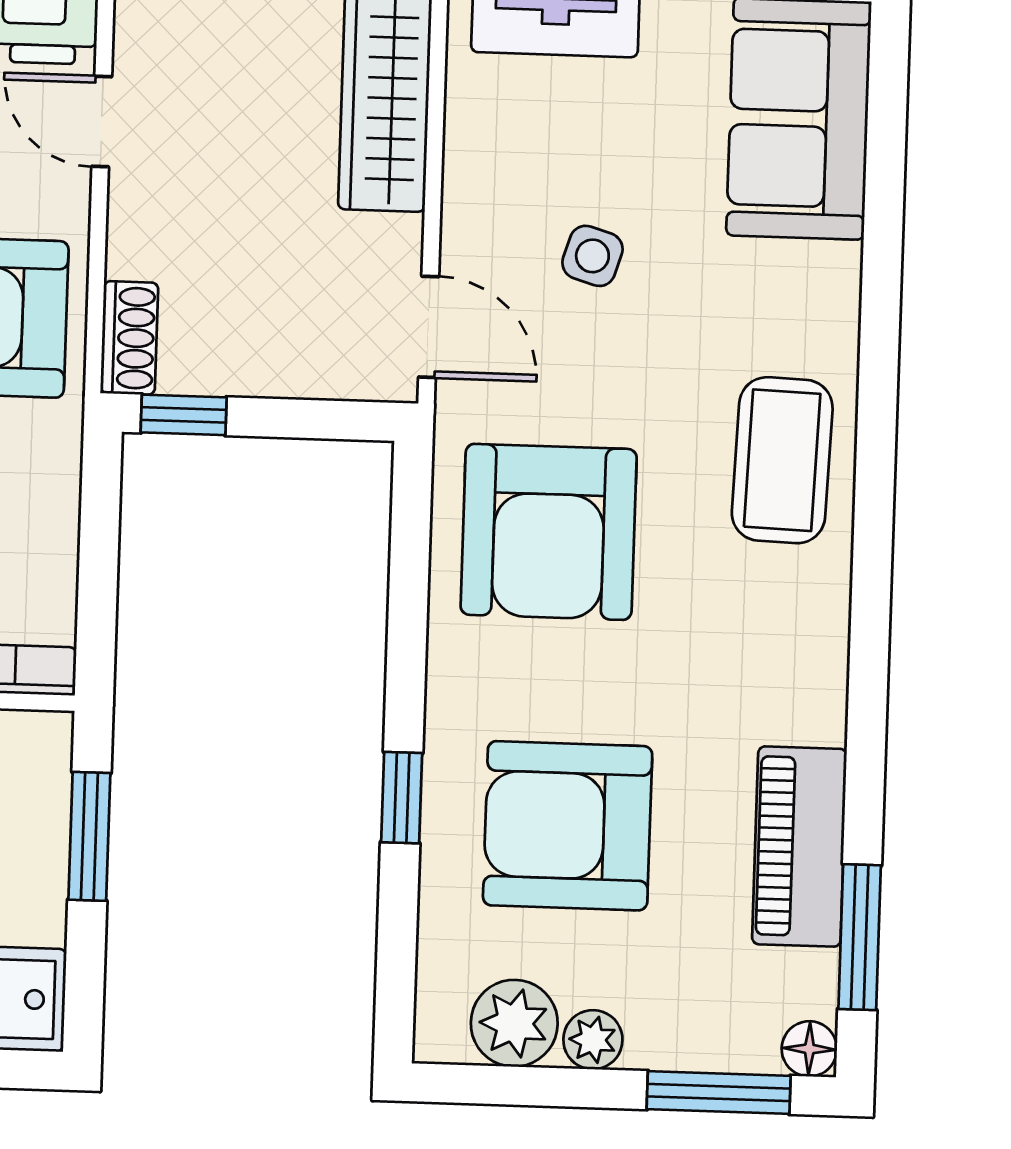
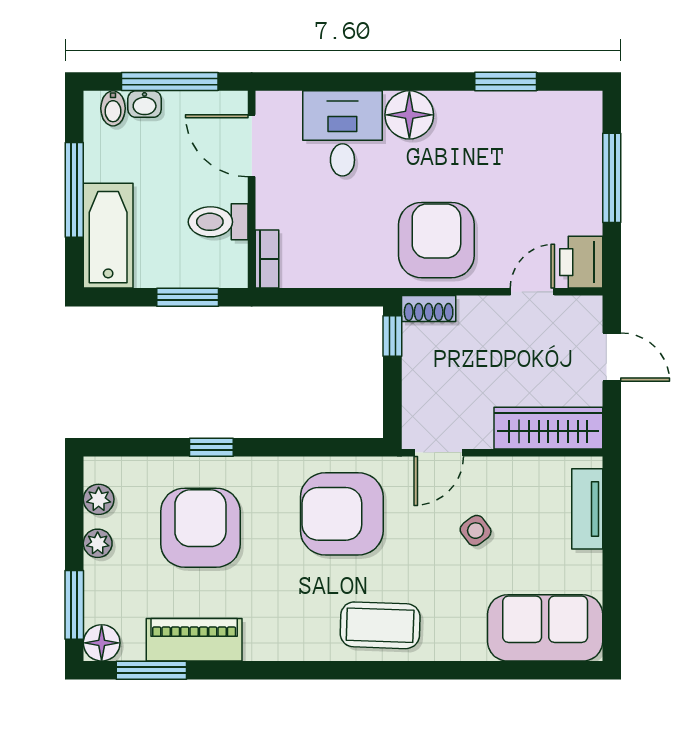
side table: (592, 256) -> (476, 531), turned 36
plant: (514, 1023) -> (99, 499), width x0.73, depth x0.73
floor lamp: (809, 1049) -> (102, 643), width x1.37, depth x1.37

